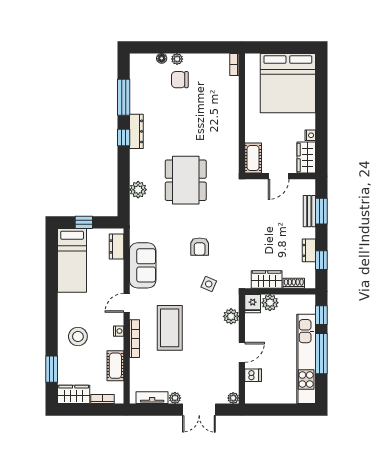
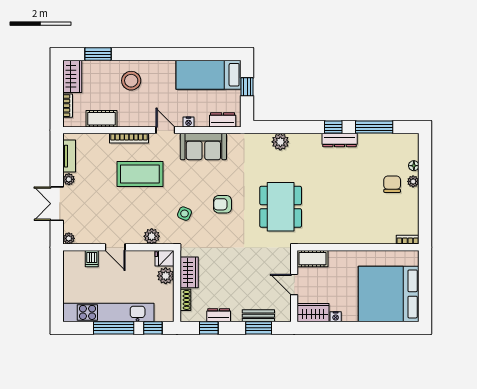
dining table: (186, 180) -> (281, 207), moved, turned 90
nightstand: (119, 331) -> (189, 122), moved

